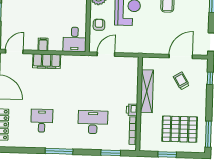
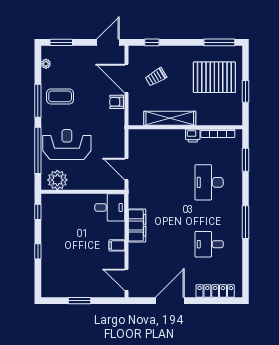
armchair: (99, 25) -> (117, 102), moved
filing cabinet: (47, 61) -> (137, 225), moved
pallet: (180, 129) -> (214, 77), turned 90

